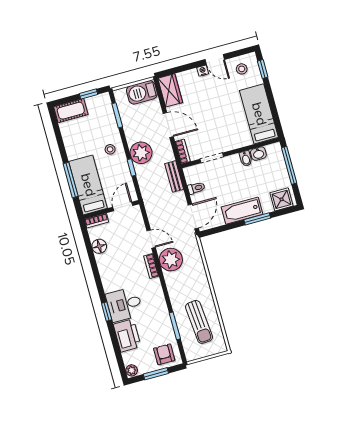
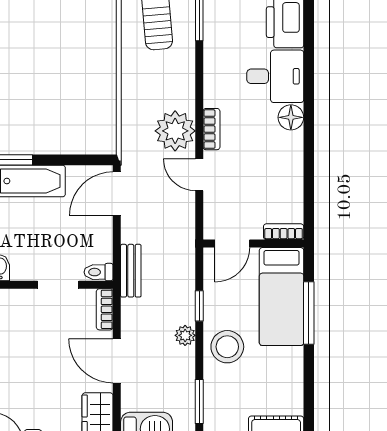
stool: (110, 149) -> (227, 347), width x1.89, depth x1.89
plant: (141, 153) -> (185, 335), width x0.53, depth x0.53
toilet: (196, 188) -> (99, 272), moved
floor lamp: (99, 246) -> (291, 117), moved
window: (107, 312) -> (309, 72), removed

